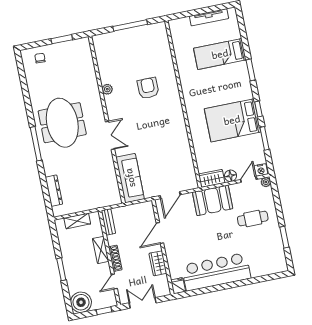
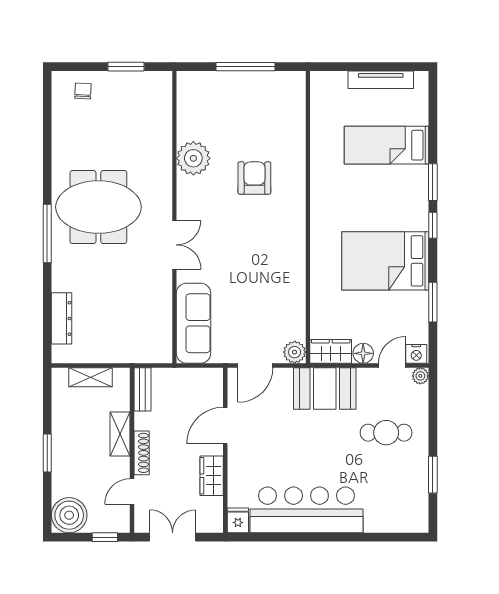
plant: (107, 89) -> (193, 158), width x1.88, depth x1.88
window: (259, 109) -> (433, 225), moved
meeting table: (62, 123) -> (98, 207), turned 90
plant: (191, 183) -> (295, 352), added

